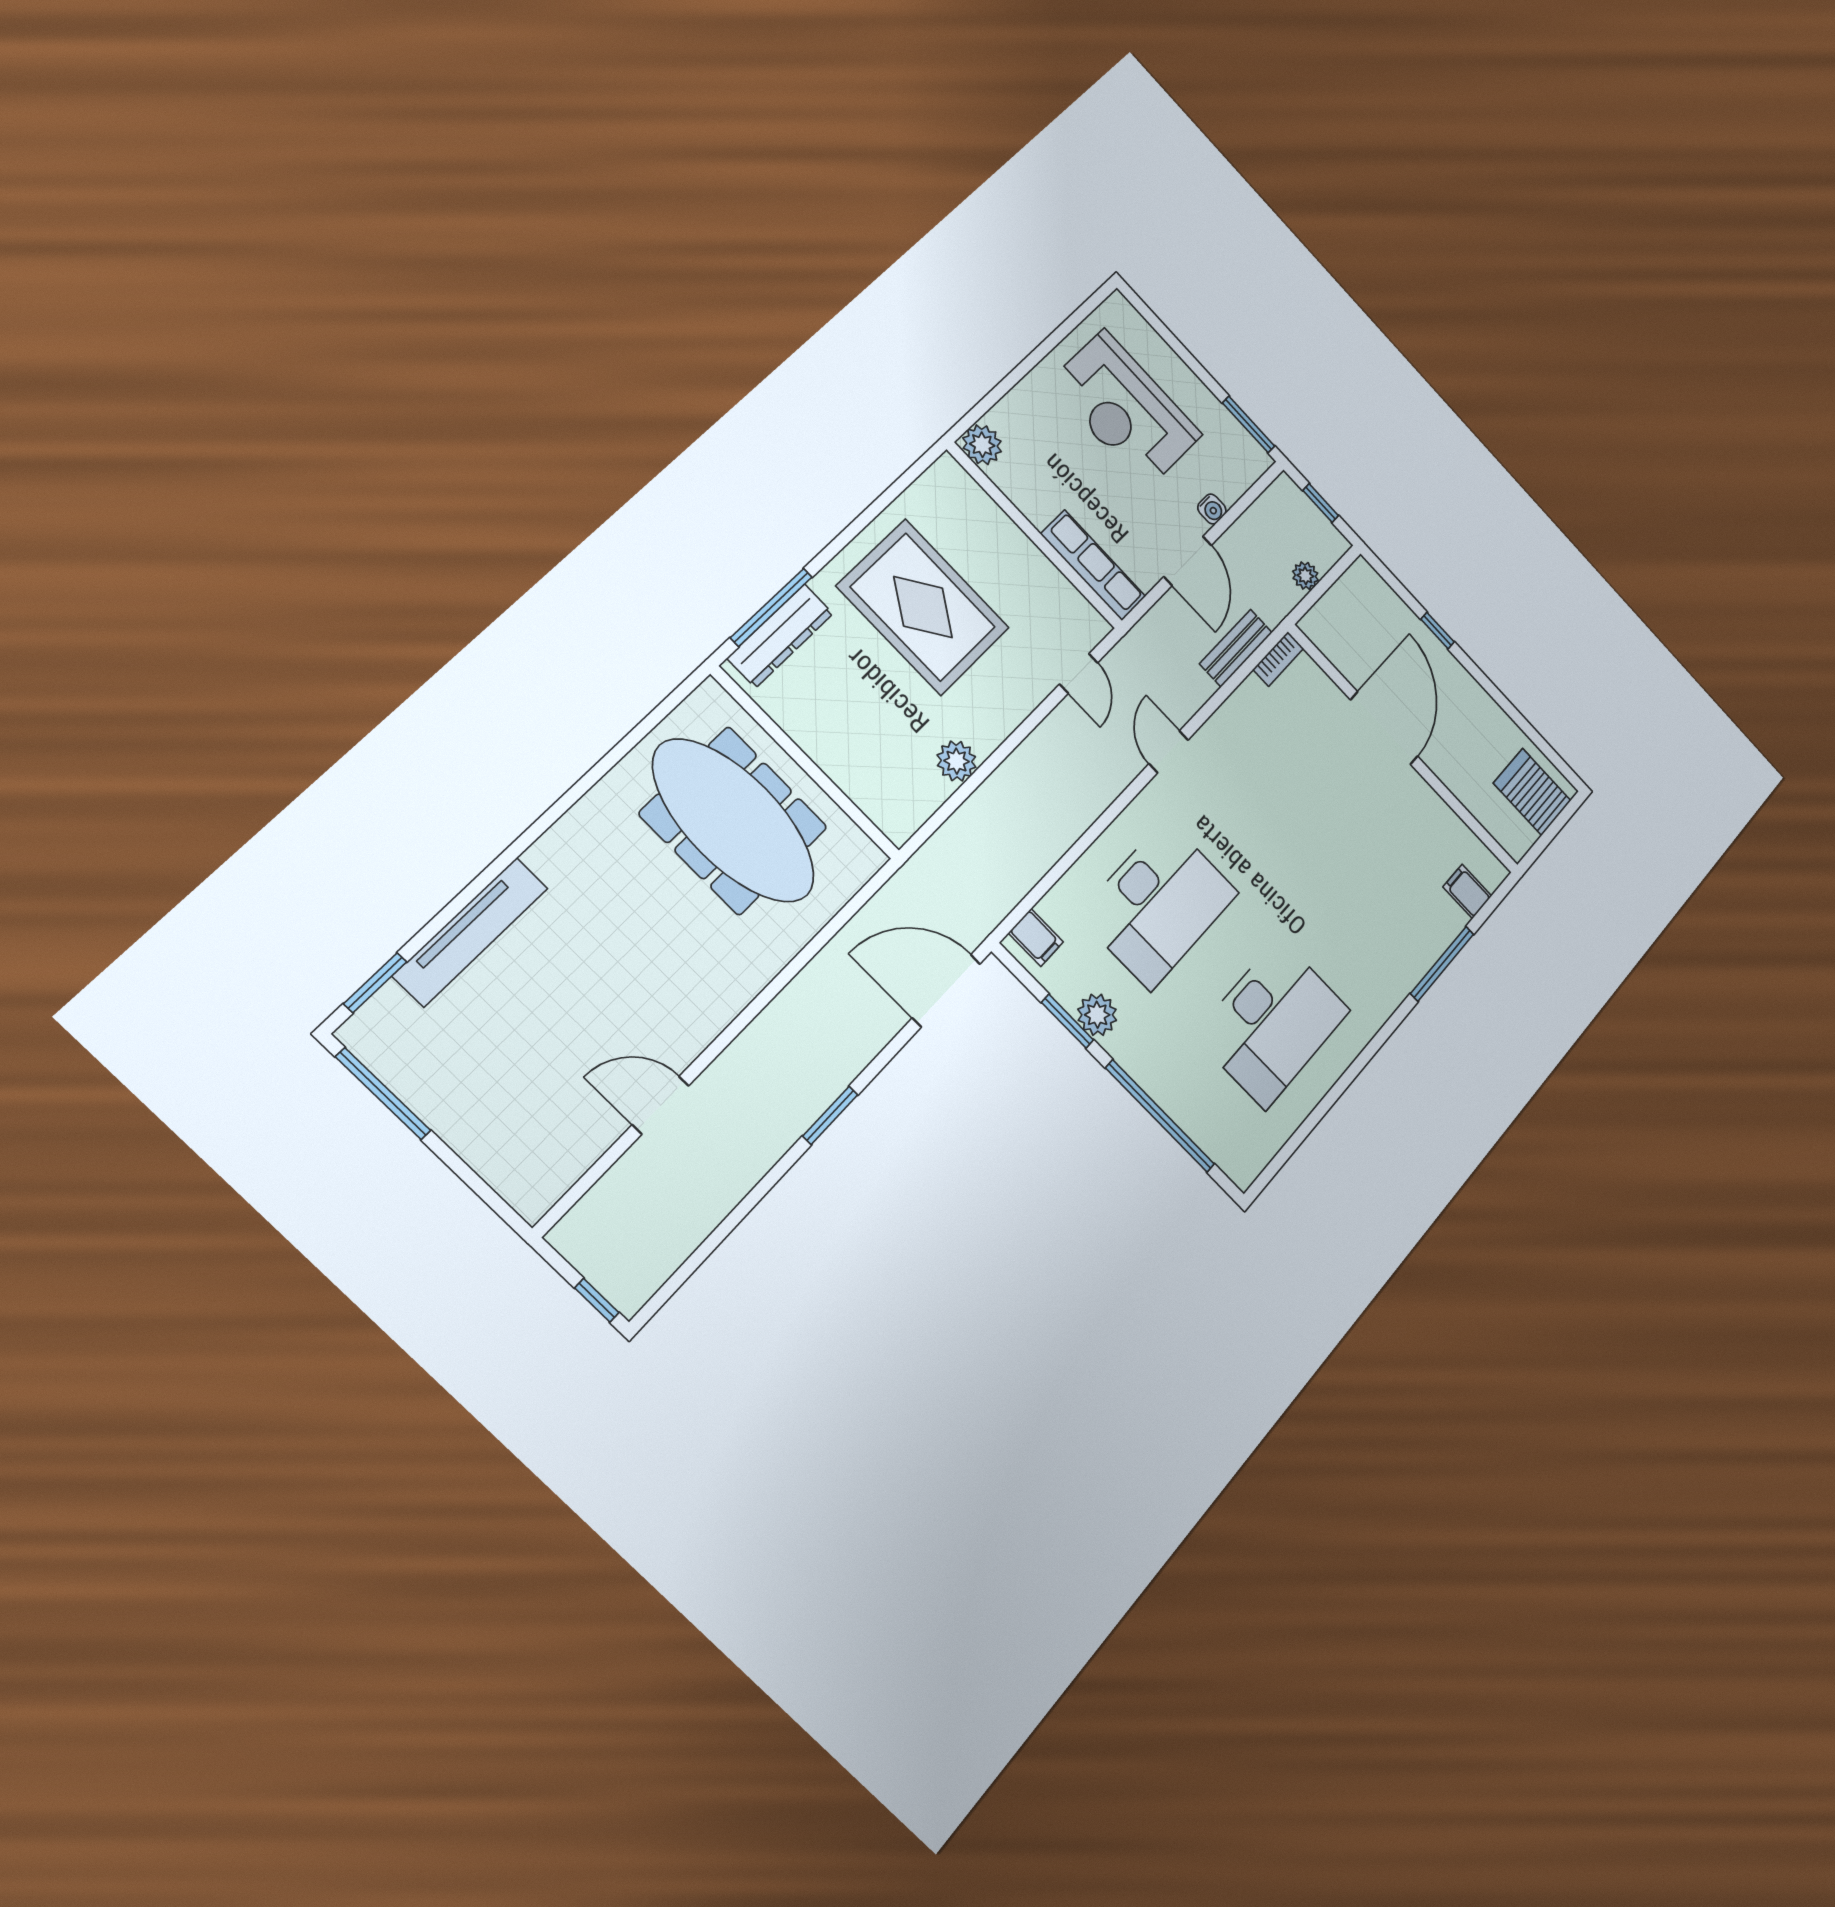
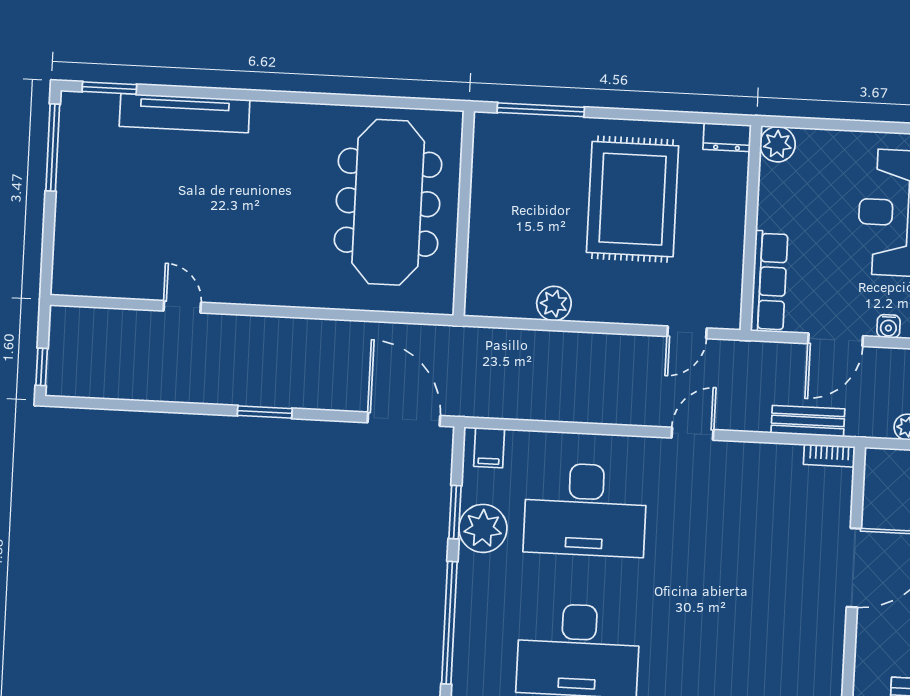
dresser: (780, 636) -> (727, 137), moved, width x0.51, depth x0.80
plant: (1097, 1015) -> (483, 528), width x1.36, depth x1.36
door: (661, 1105) -> (182, 307), width x0.73

